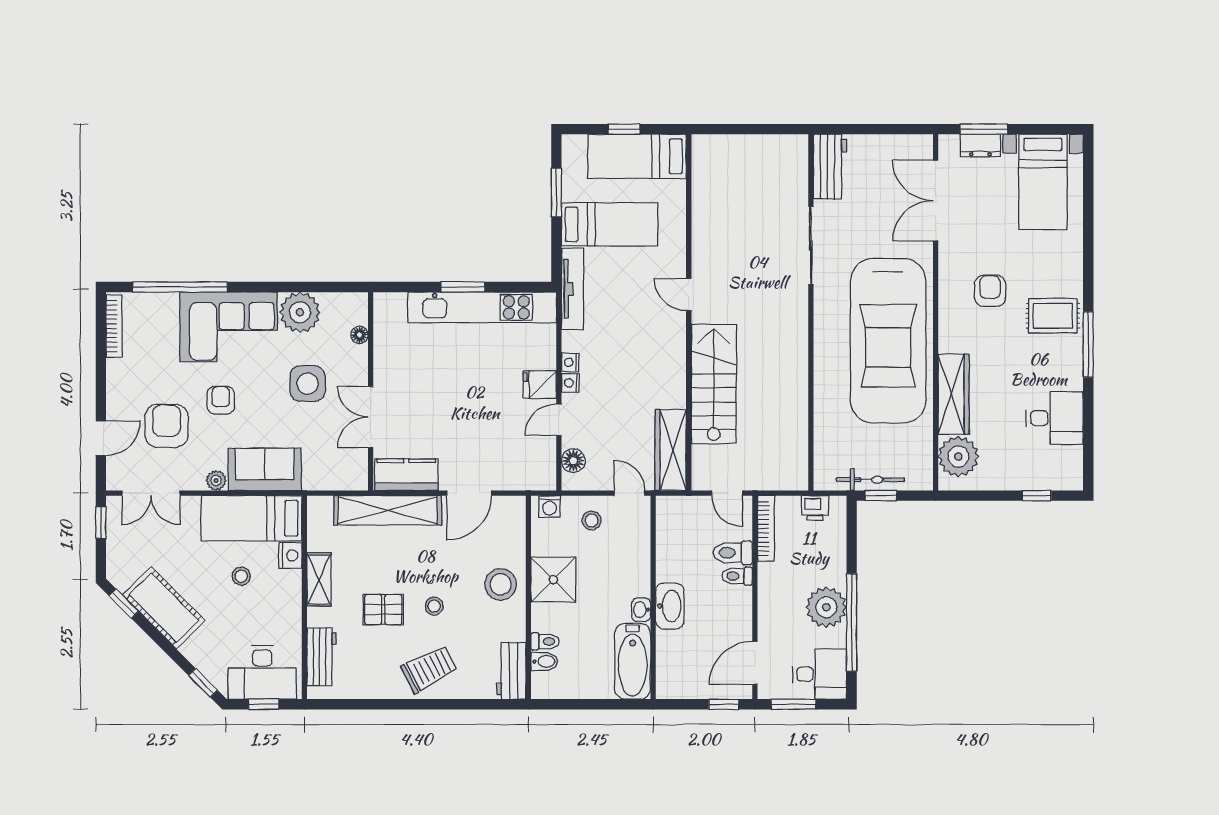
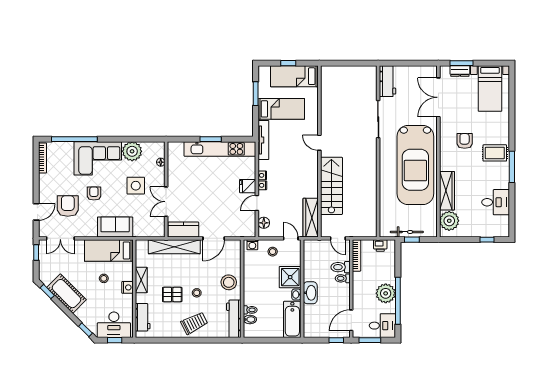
plant: (216, 480) -> (92, 232), removed
nightstand: (290, 555) -> (127, 287), moved
shower: (553, 580) -> (290, 277), moved
workbench: (511, 671) -> (234, 319), width x1.38

